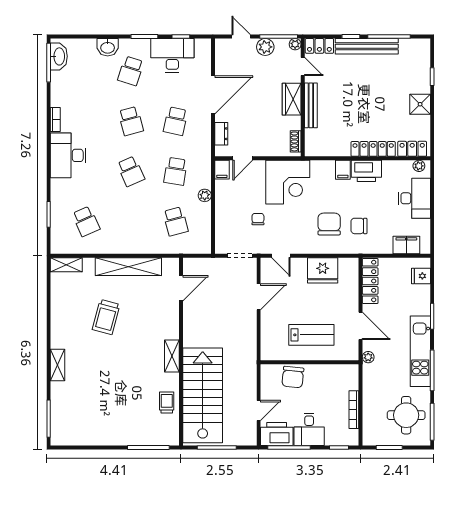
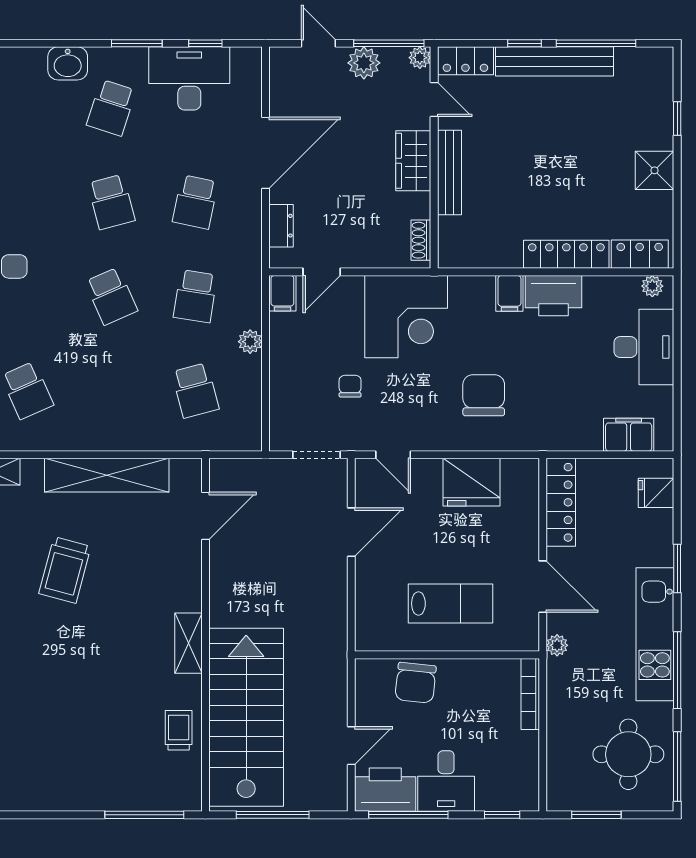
chair: (359, 226) -> (540, 399), removed
bookcase: (354, 410) -> (530, 694), moved

